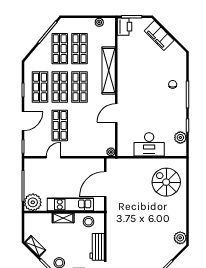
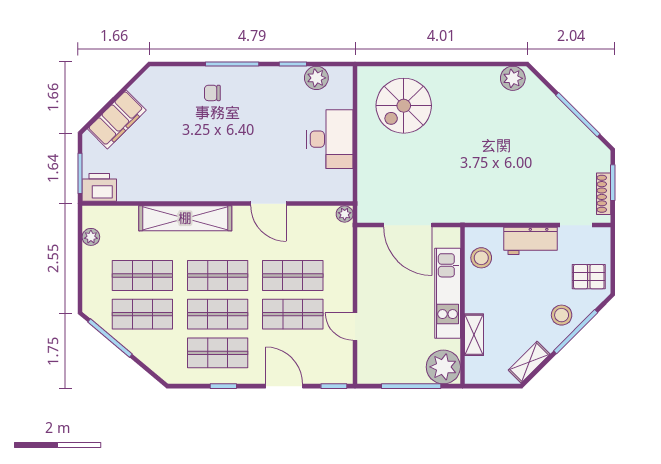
shop shelf: (79, 125) -> (293, 275), added
shelving: (63, 218) -> (474, 335), moved

